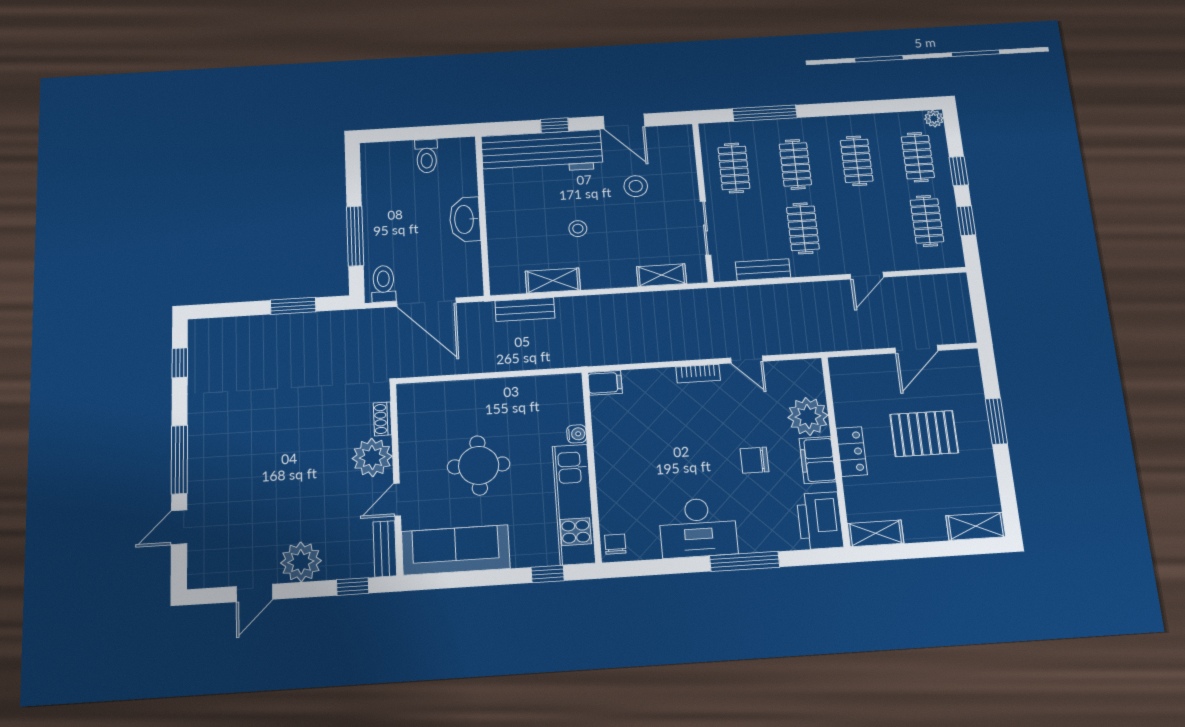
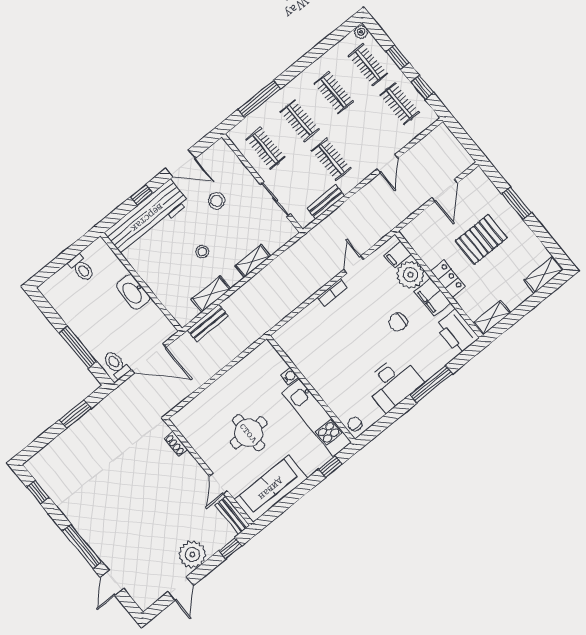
shelving: (662, 275) -> (253, 261), moved
door: (747, 360) -> (354, 265), swing flipped
filing cabinet: (605, 383) -> (397, 255), moved, turned 180
plant: (372, 457) -> (187, 470), removed

